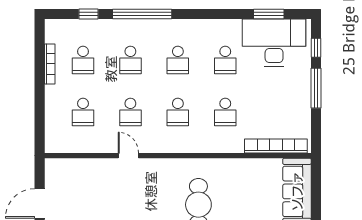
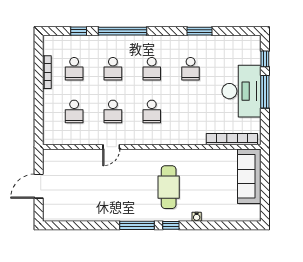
window: (269, 14) -> (199, 31), moved
desk: (274, 43) -> (241, 91), moved, turned 90
school desk: (225, 112) -> (191, 111), removed
door: (128, 156) -> (111, 147), swing flipped

